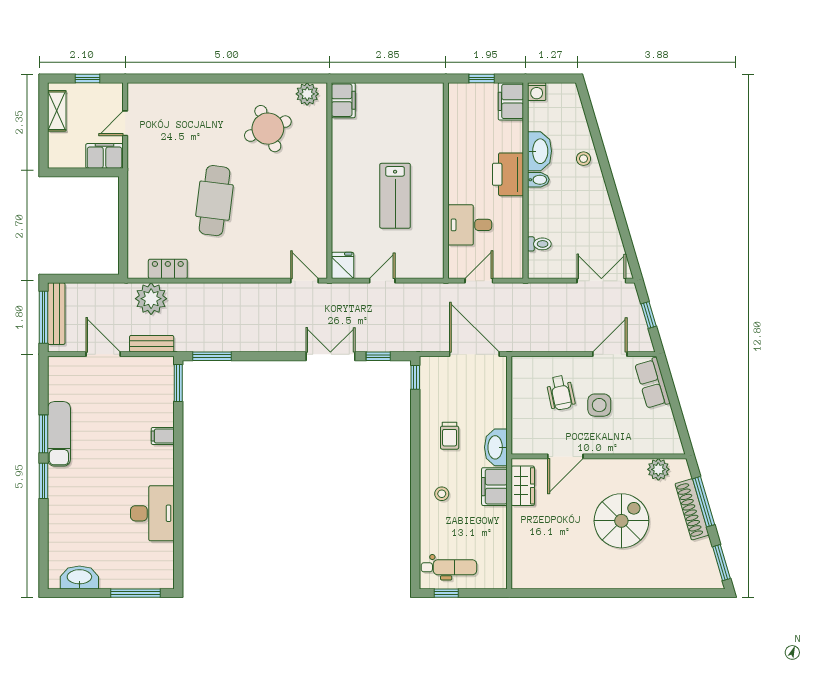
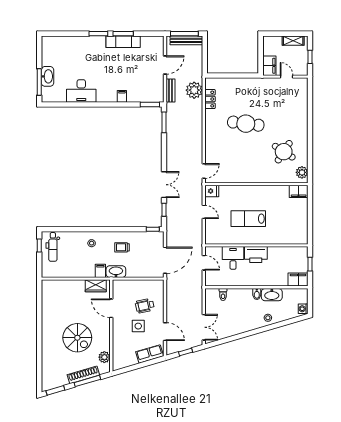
washing machine: (537, 92) -> (303, 309), moved
round table: (268, 129) -> (284, 152), turned -35
printer: (508, 174) -> (256, 255), moved, turned 180
filing cabinet: (494, 487) -> (100, 271), width x0.50
washbasin: (79, 577) -> (47, 76), moved

